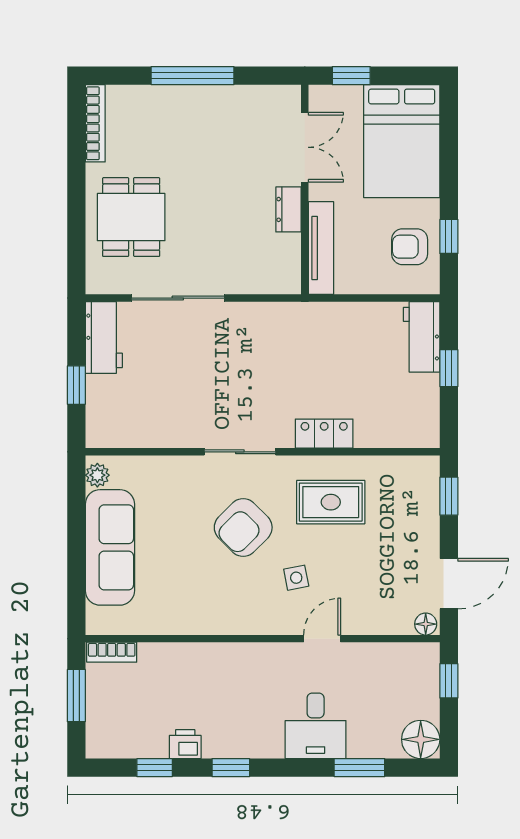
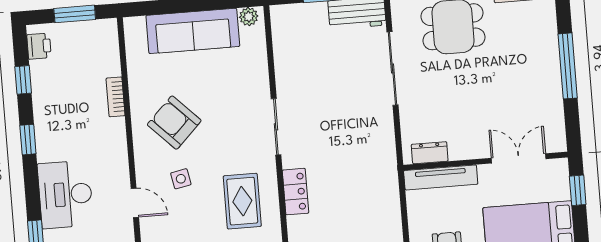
double door: (305, 147) -> (519, 158), swing flipped
dresser: (289, 209) -> (430, 153), moved
armchair: (243, 527) -> (174, 123), moved
bookcase: (112, 652) -> (116, 97), moved
desk: (316, 726) -> (65, 194), width x1.37
printer: (185, 744) -> (39, 46), moved

